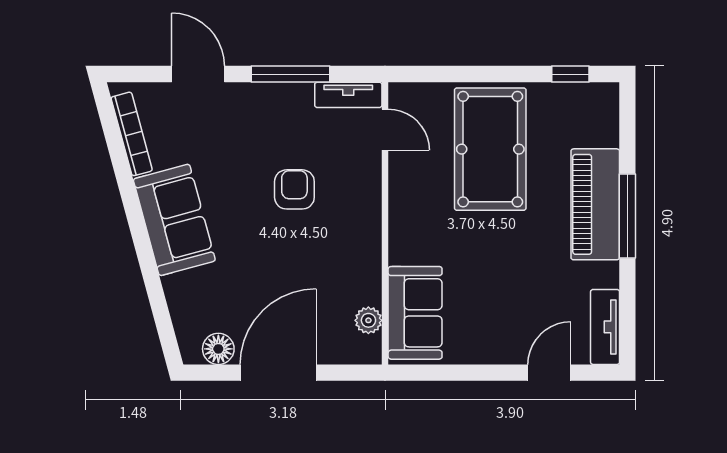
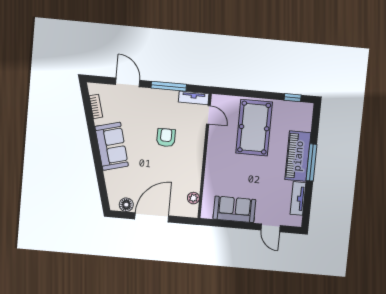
bookcase: (132, 134) -> (96, 106), width x0.64
sofa: (415, 313) -> (234, 209), moved, turned -90
tv unit: (605, 327) -> (298, 198), moved
door: (549, 373) -> (271, 228), swing flipped

